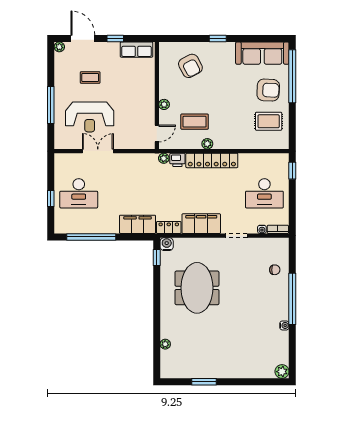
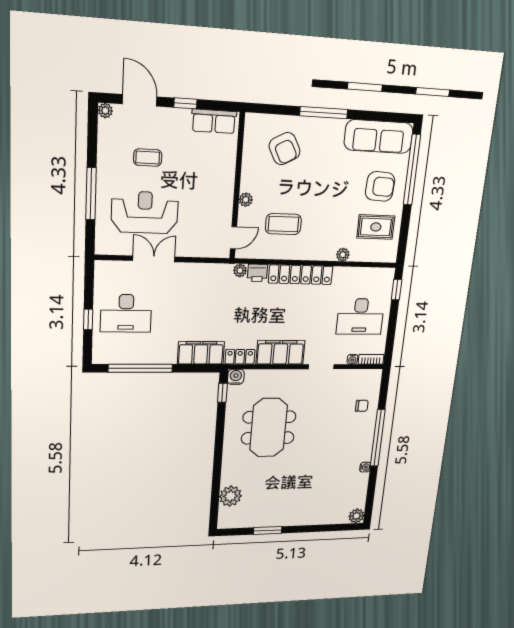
window: (218, 38) -> (324, 113), width x2.17
reception desk: (90, 117) -> (145, 212), turned 180
plant: (207, 144) -> (343, 255), moved
plant: (165, 344) -> (230, 496), width x1.88, depth x1.88

